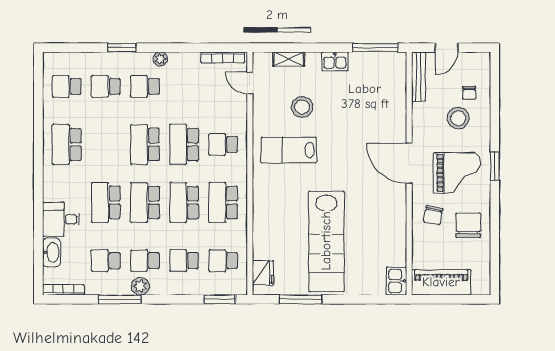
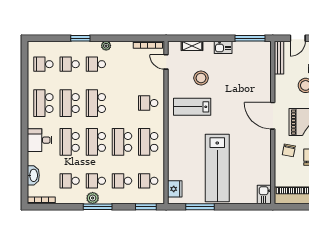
school desk: (184, 144) -> (70, 103), moved
desk: (61, 219) -> (40, 140), moved
window: (120, 299) -> (98, 207), moved

